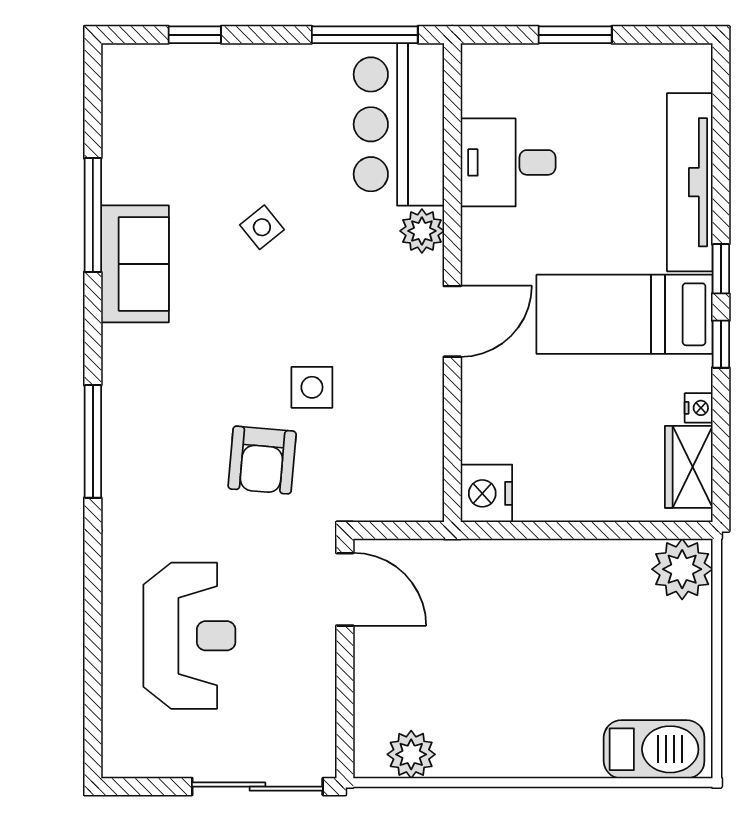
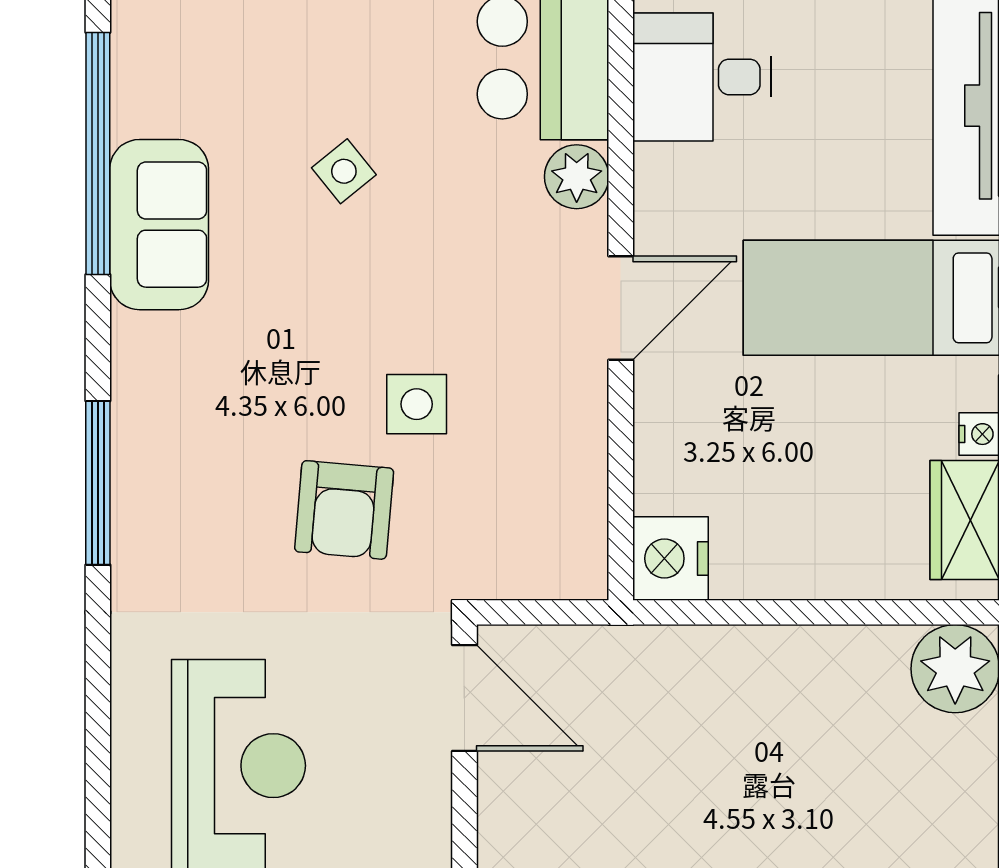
window: (93, 215) -> (98, 154), width x1.46

